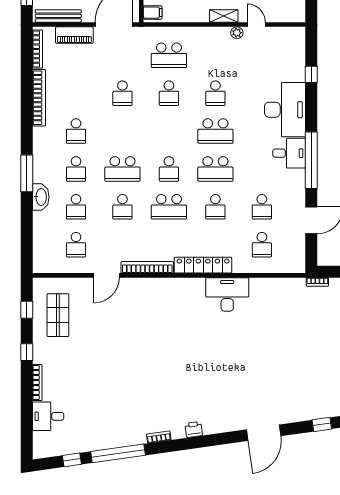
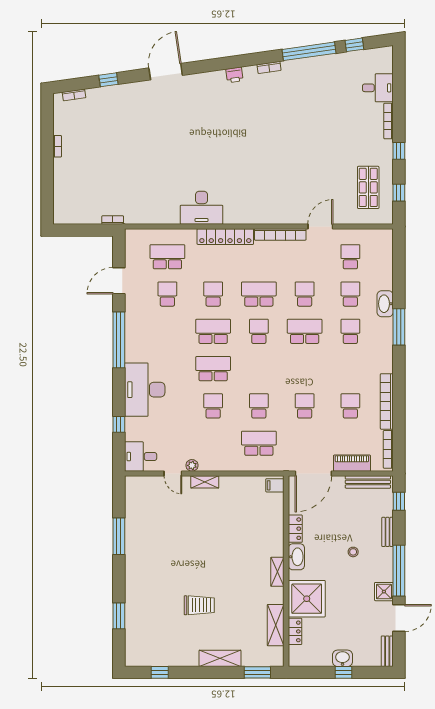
school desk: (76, 131) -> (350, 406), moved
desk: (289, 153) -> (141, 457), moved
school desk: (262, 245) -> (167, 257), width x1.85

